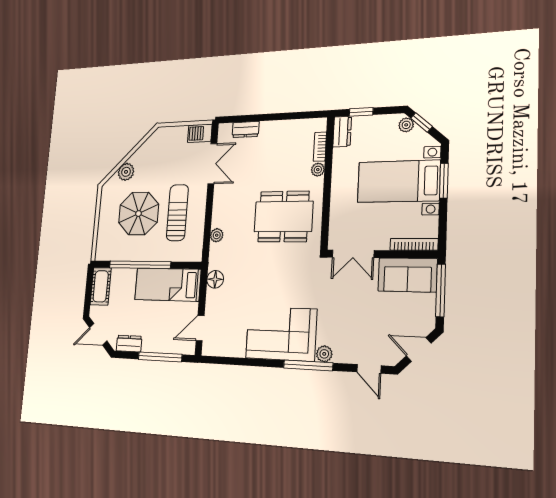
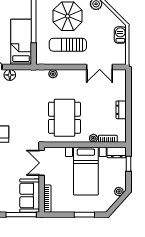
window: (422, 122) -> (120, 201), removed
dresser: (246, 130) -> (121, 110), moved
barbecue: (200, 133) -> (120, 35), moved
bed with nightstands: (398, 181) -> (86, 171), moved, turned 180
sun lounger: (177, 213) -> (68, 45), turned 180
floor lamp: (215, 279) -> (10, 75), moved

